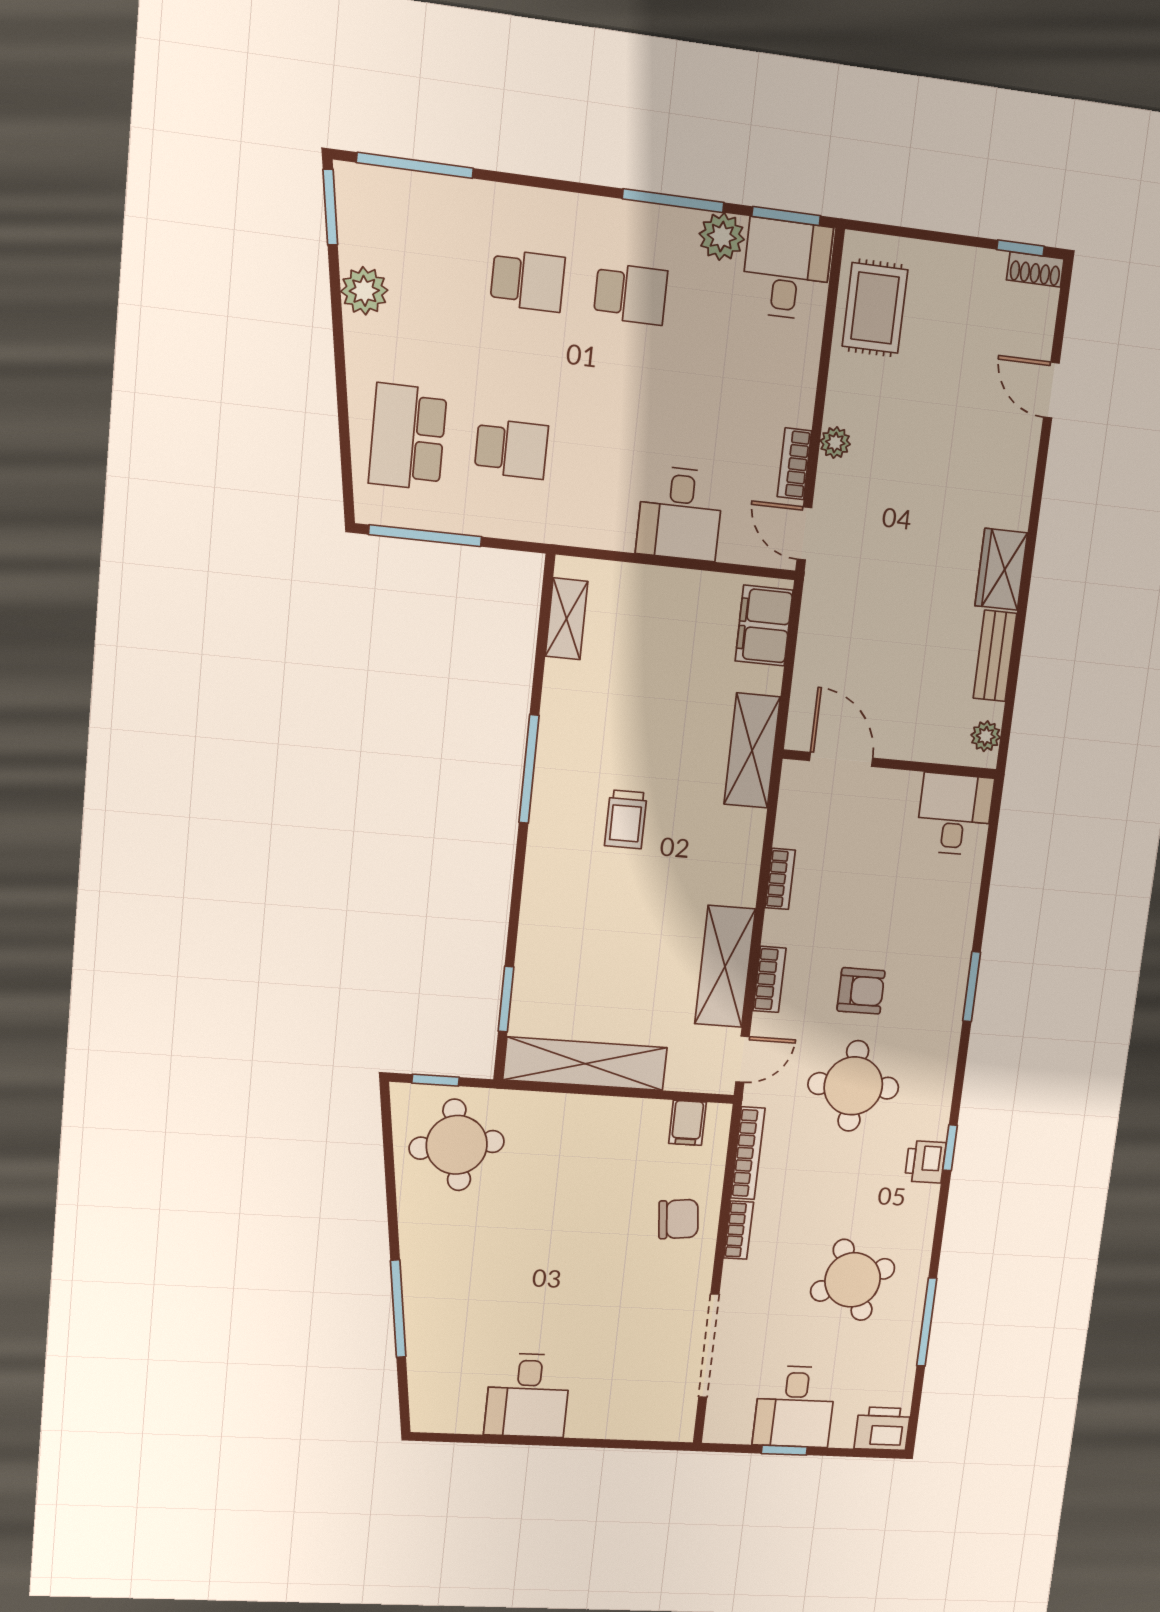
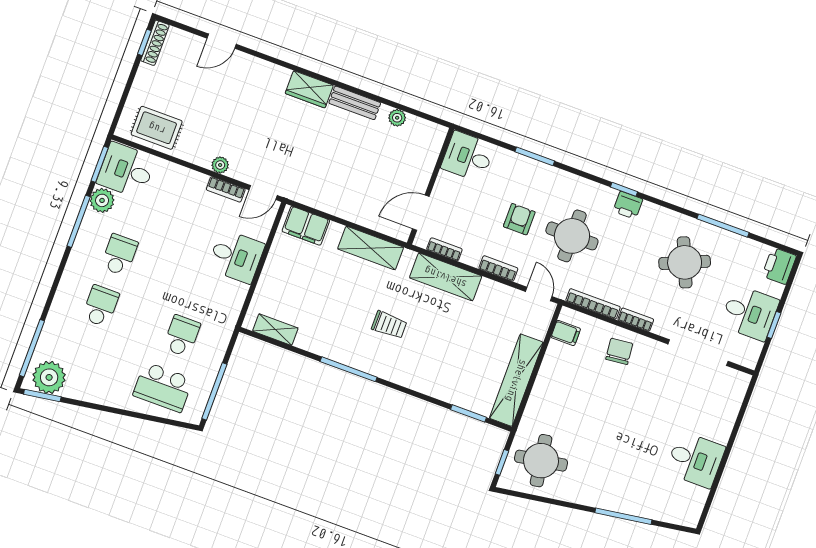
shoe rack: (1035, 269) -> (155, 43), width x1.43
plant: (364, 291) -> (49, 377), moved, width x1.36, depth x1.36
door: (841, 759) -> (421, 213), moved
wall: (890, 764) -> (431, 186), moved
desk: (955, 814) -> (468, 157), moved
shelving: (725, 966) -> (446, 277), moved

